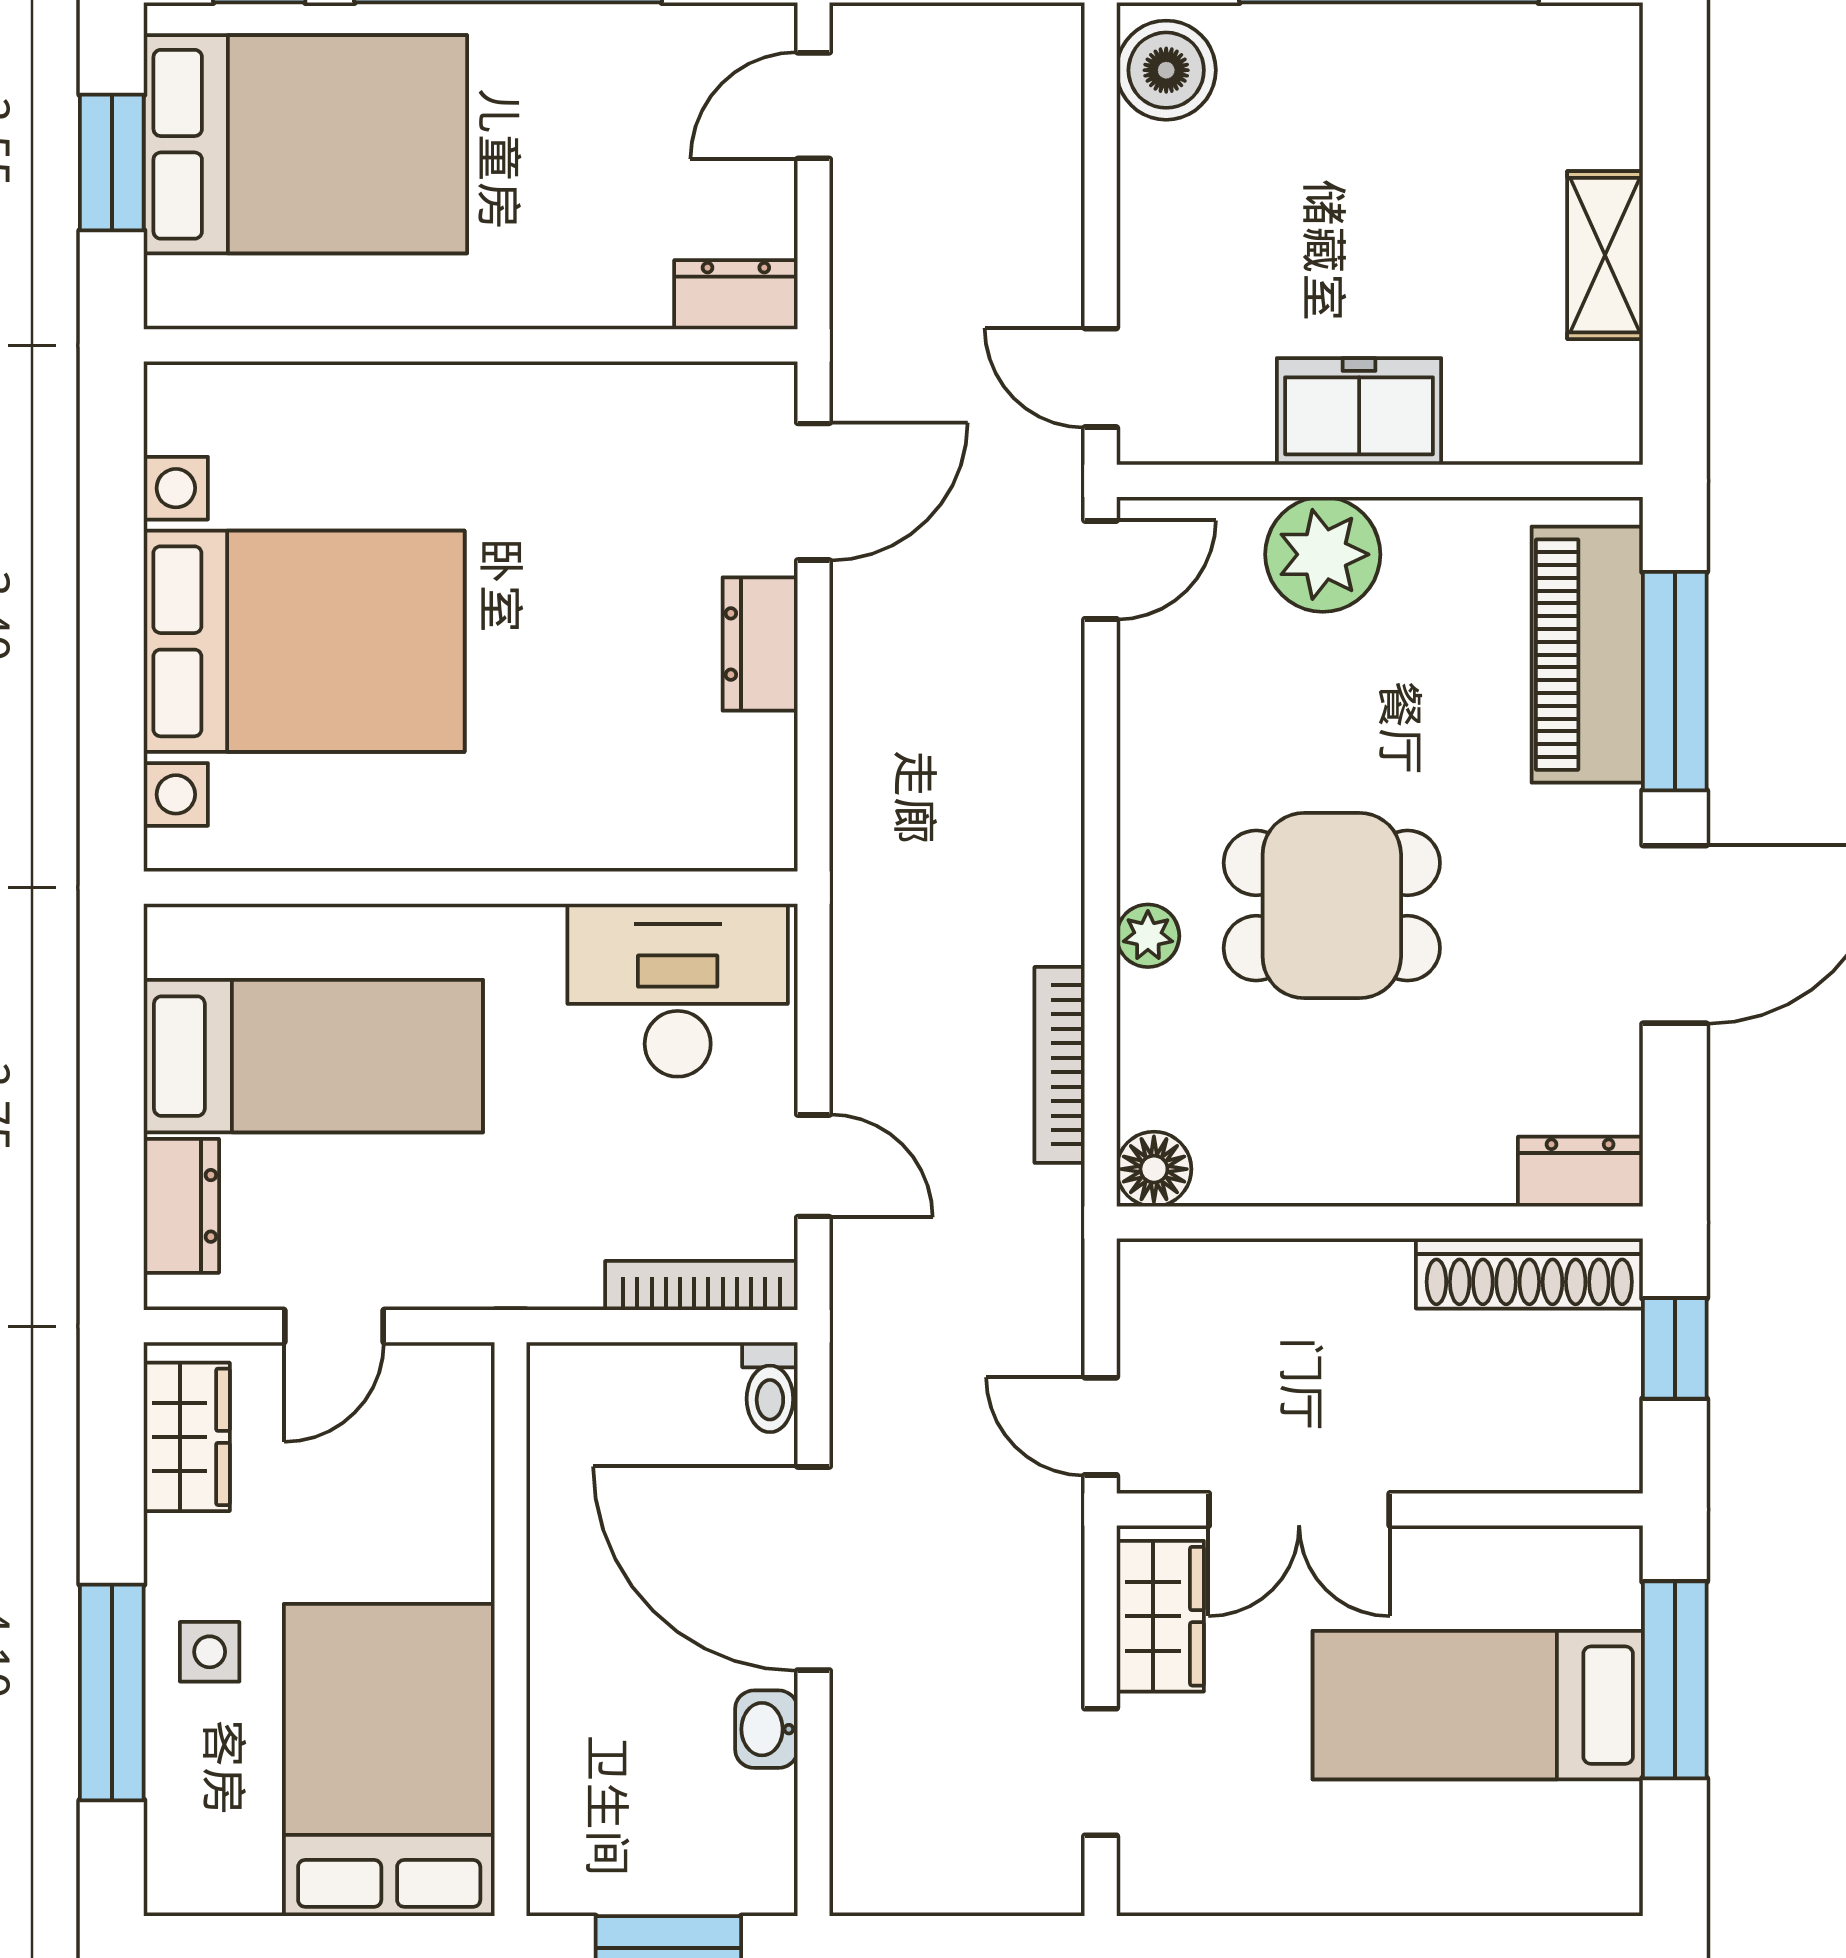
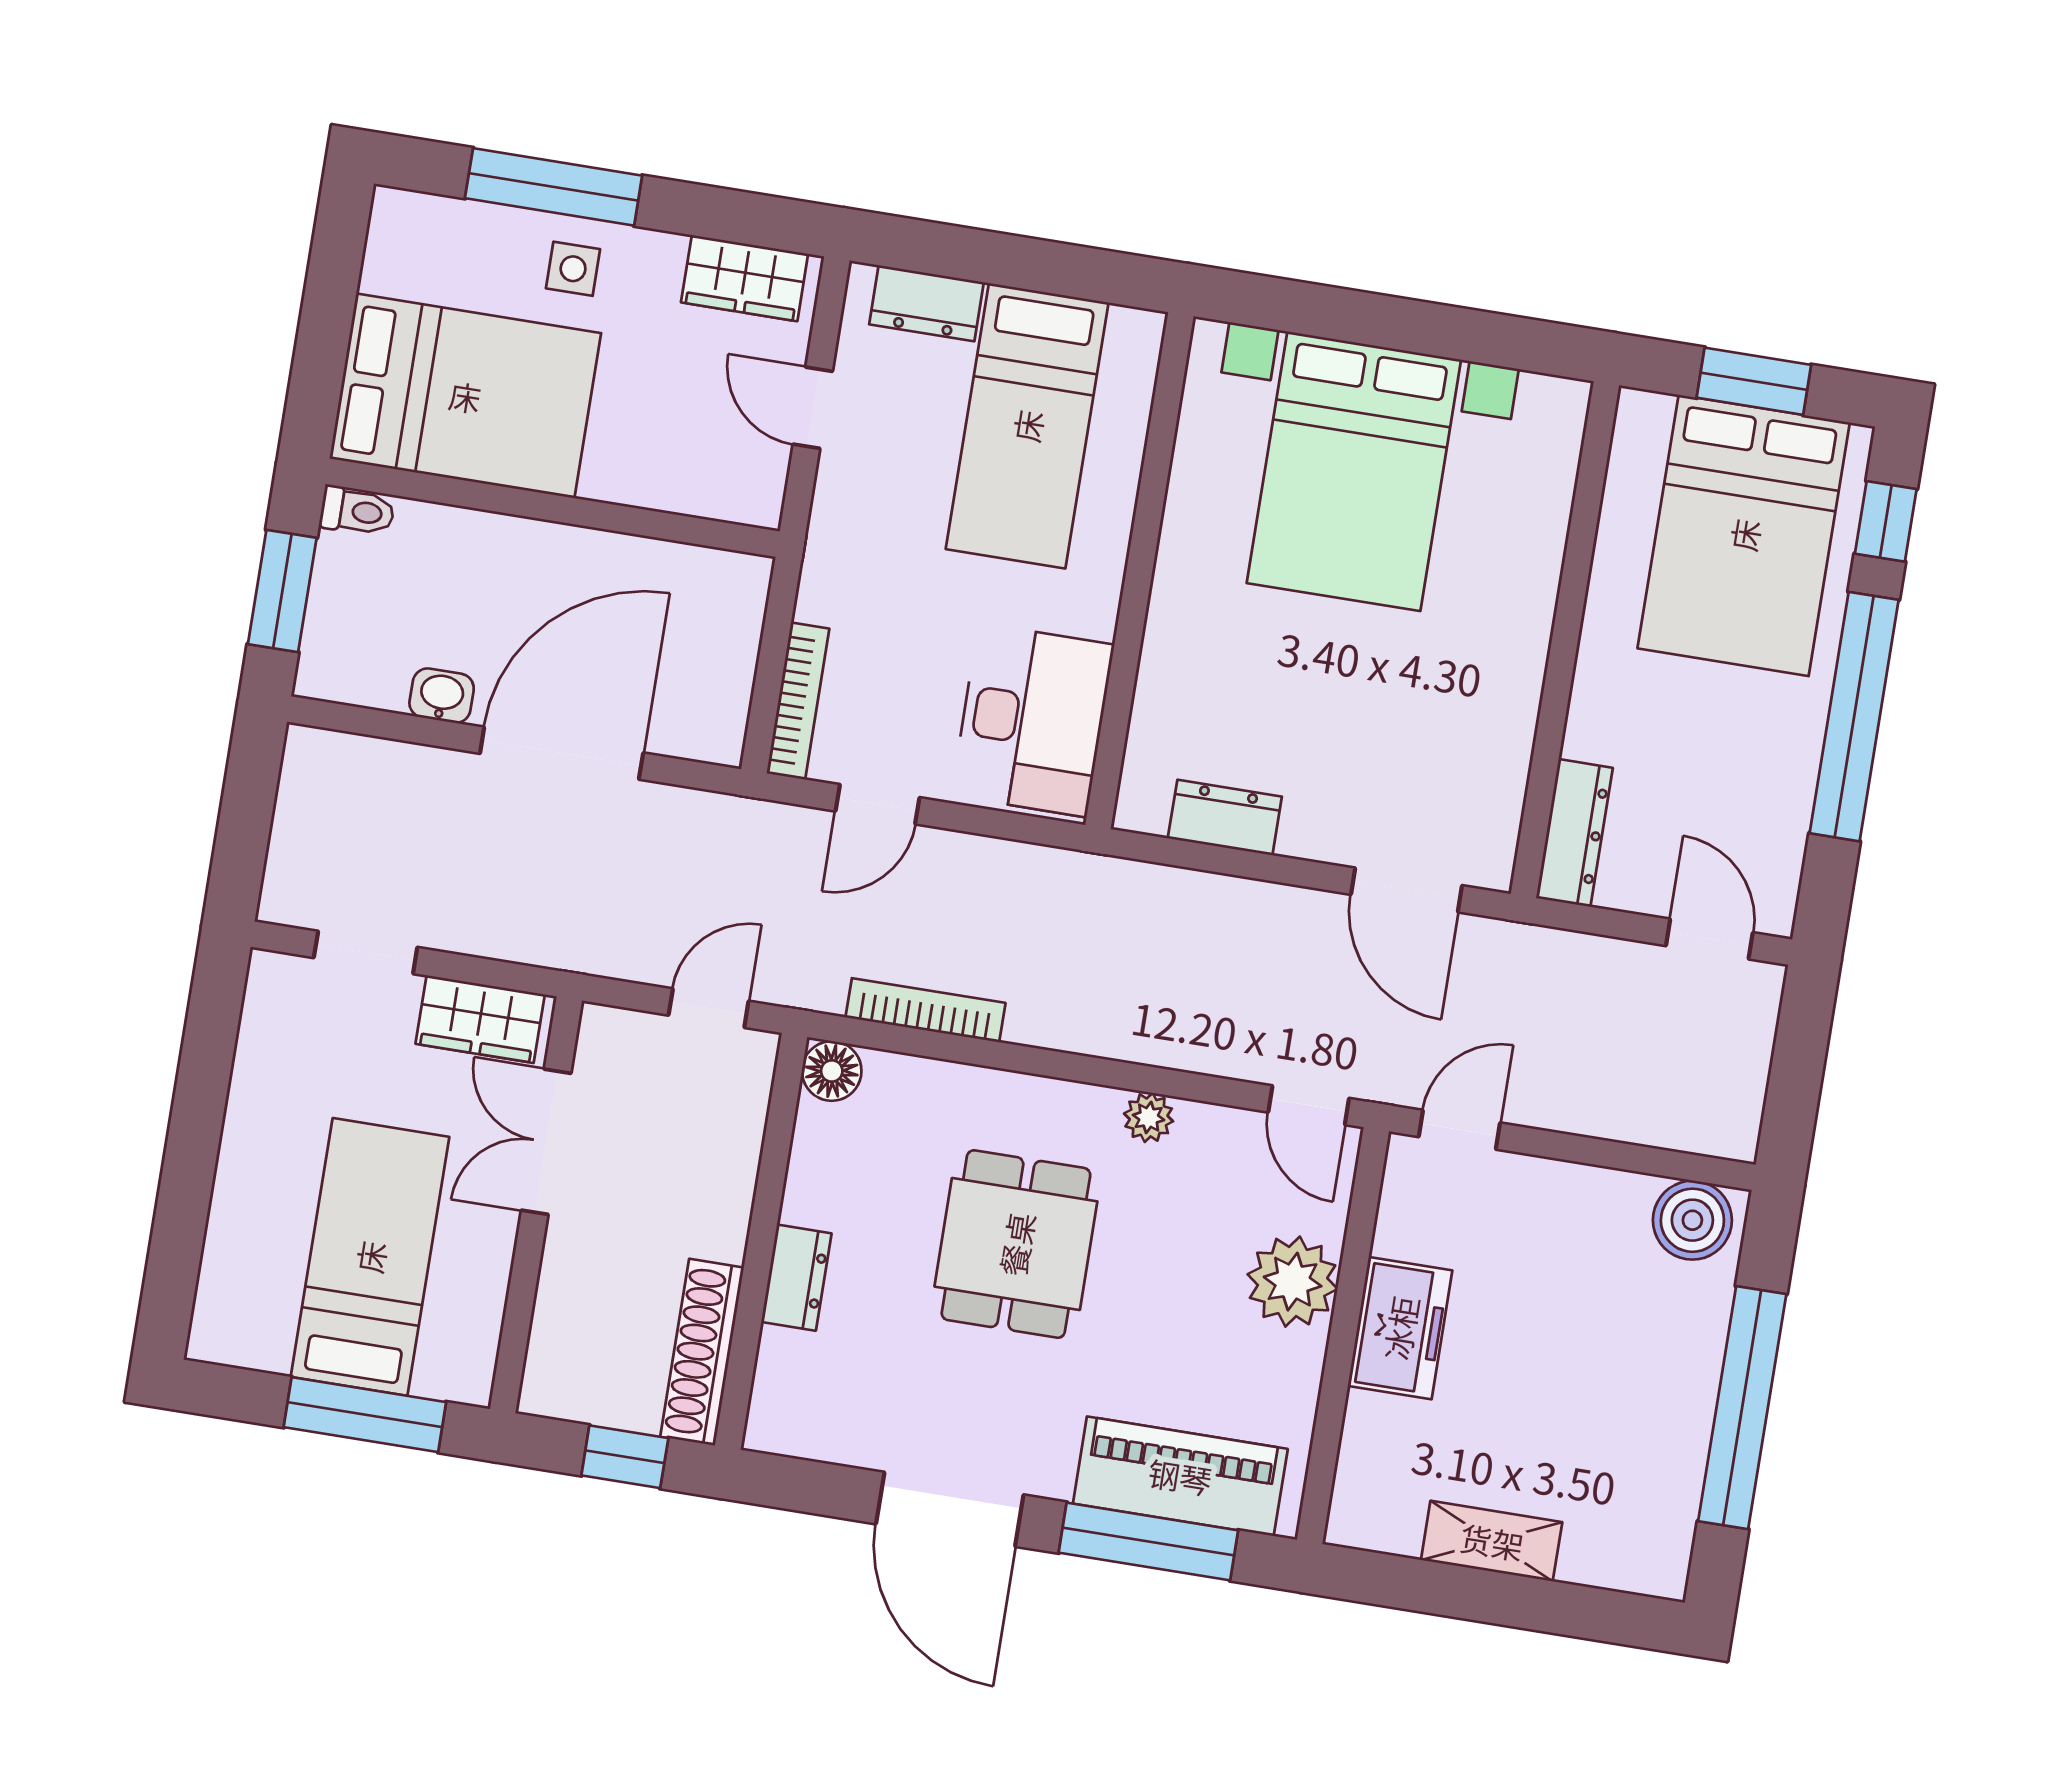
dresser: (736, 295) -> (1574, 833), width x1.44
dresser: (760, 644) -> (1225, 818), moved
plant: (1148, 936) -> (1149, 1117), moved
dresser: (1580, 1172) -> (796, 1278), moved
toilet: (770, 1387) -> (357, 511), moved, turned 180
door: (1101, 1426) -> (709, 1008), moved

